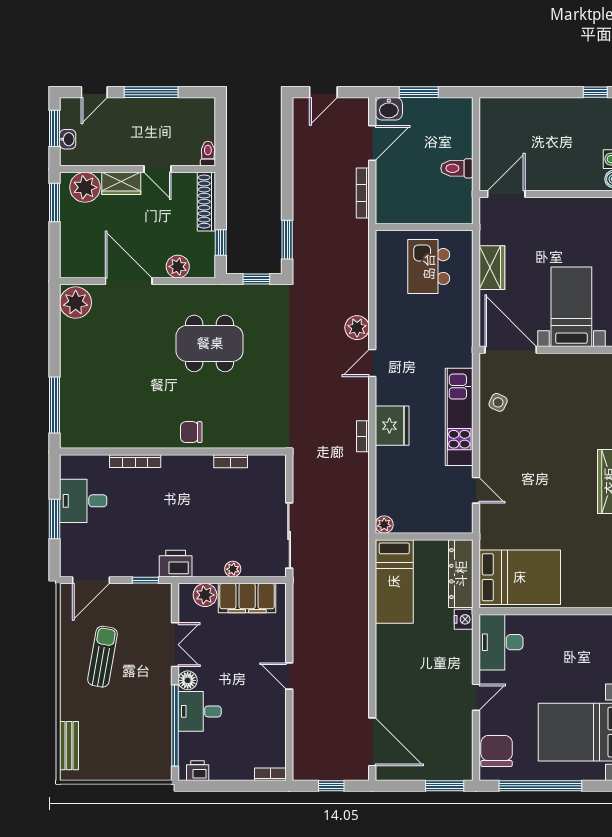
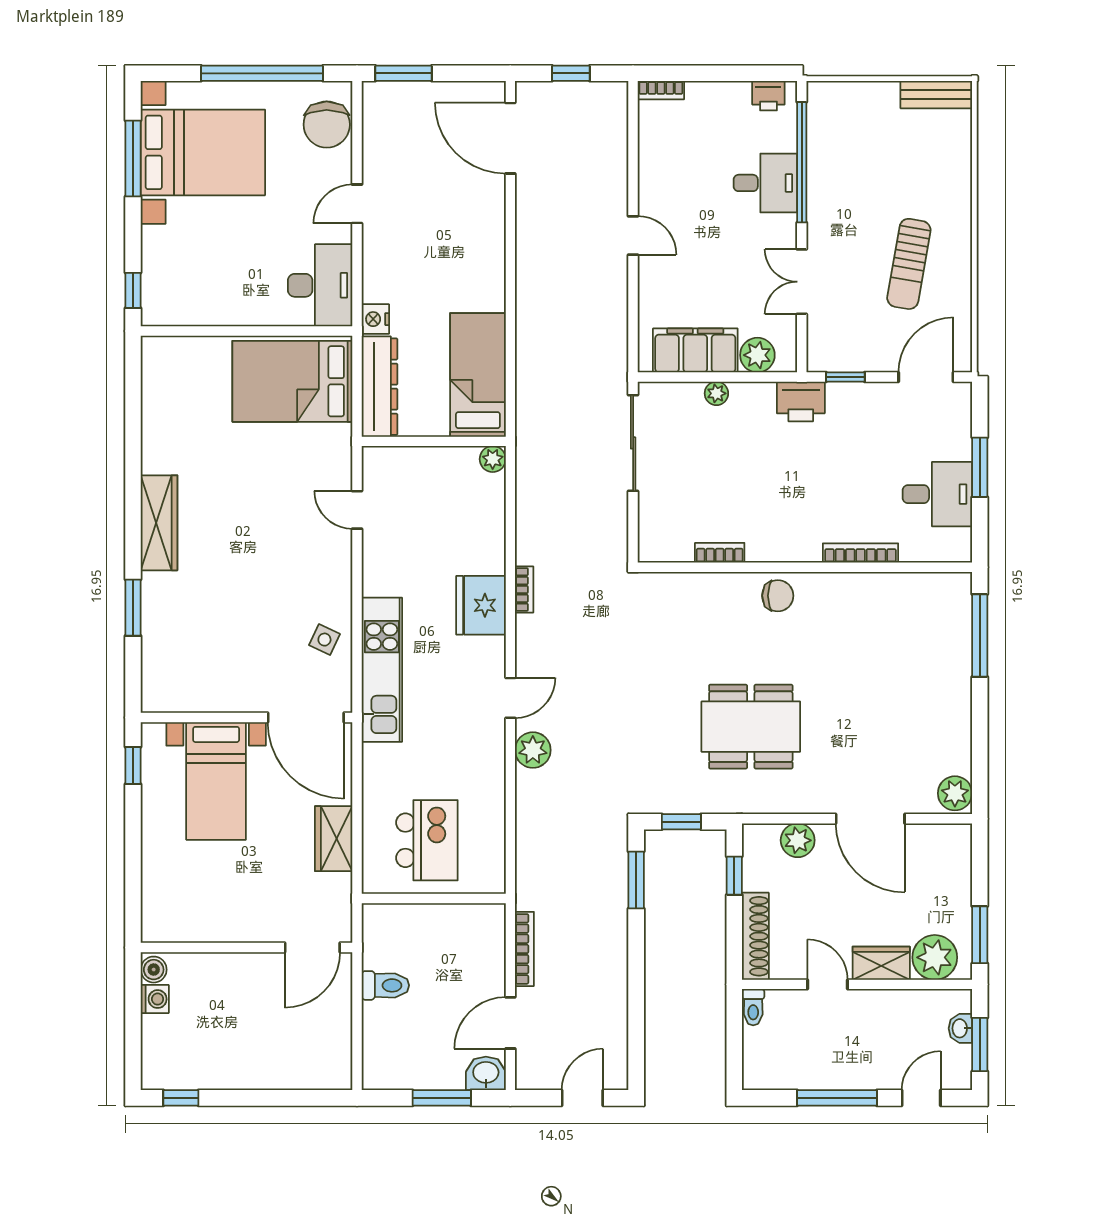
plant: (76, 303) -> (955, 793), width x0.73, depth x0.73
kitchen unit: (459, 417) -> (382, 670), moved
floor lamp: (188, 680) -> (783, 229), removed
bench: (69, 746) -> (936, 95), moved, turned 90

